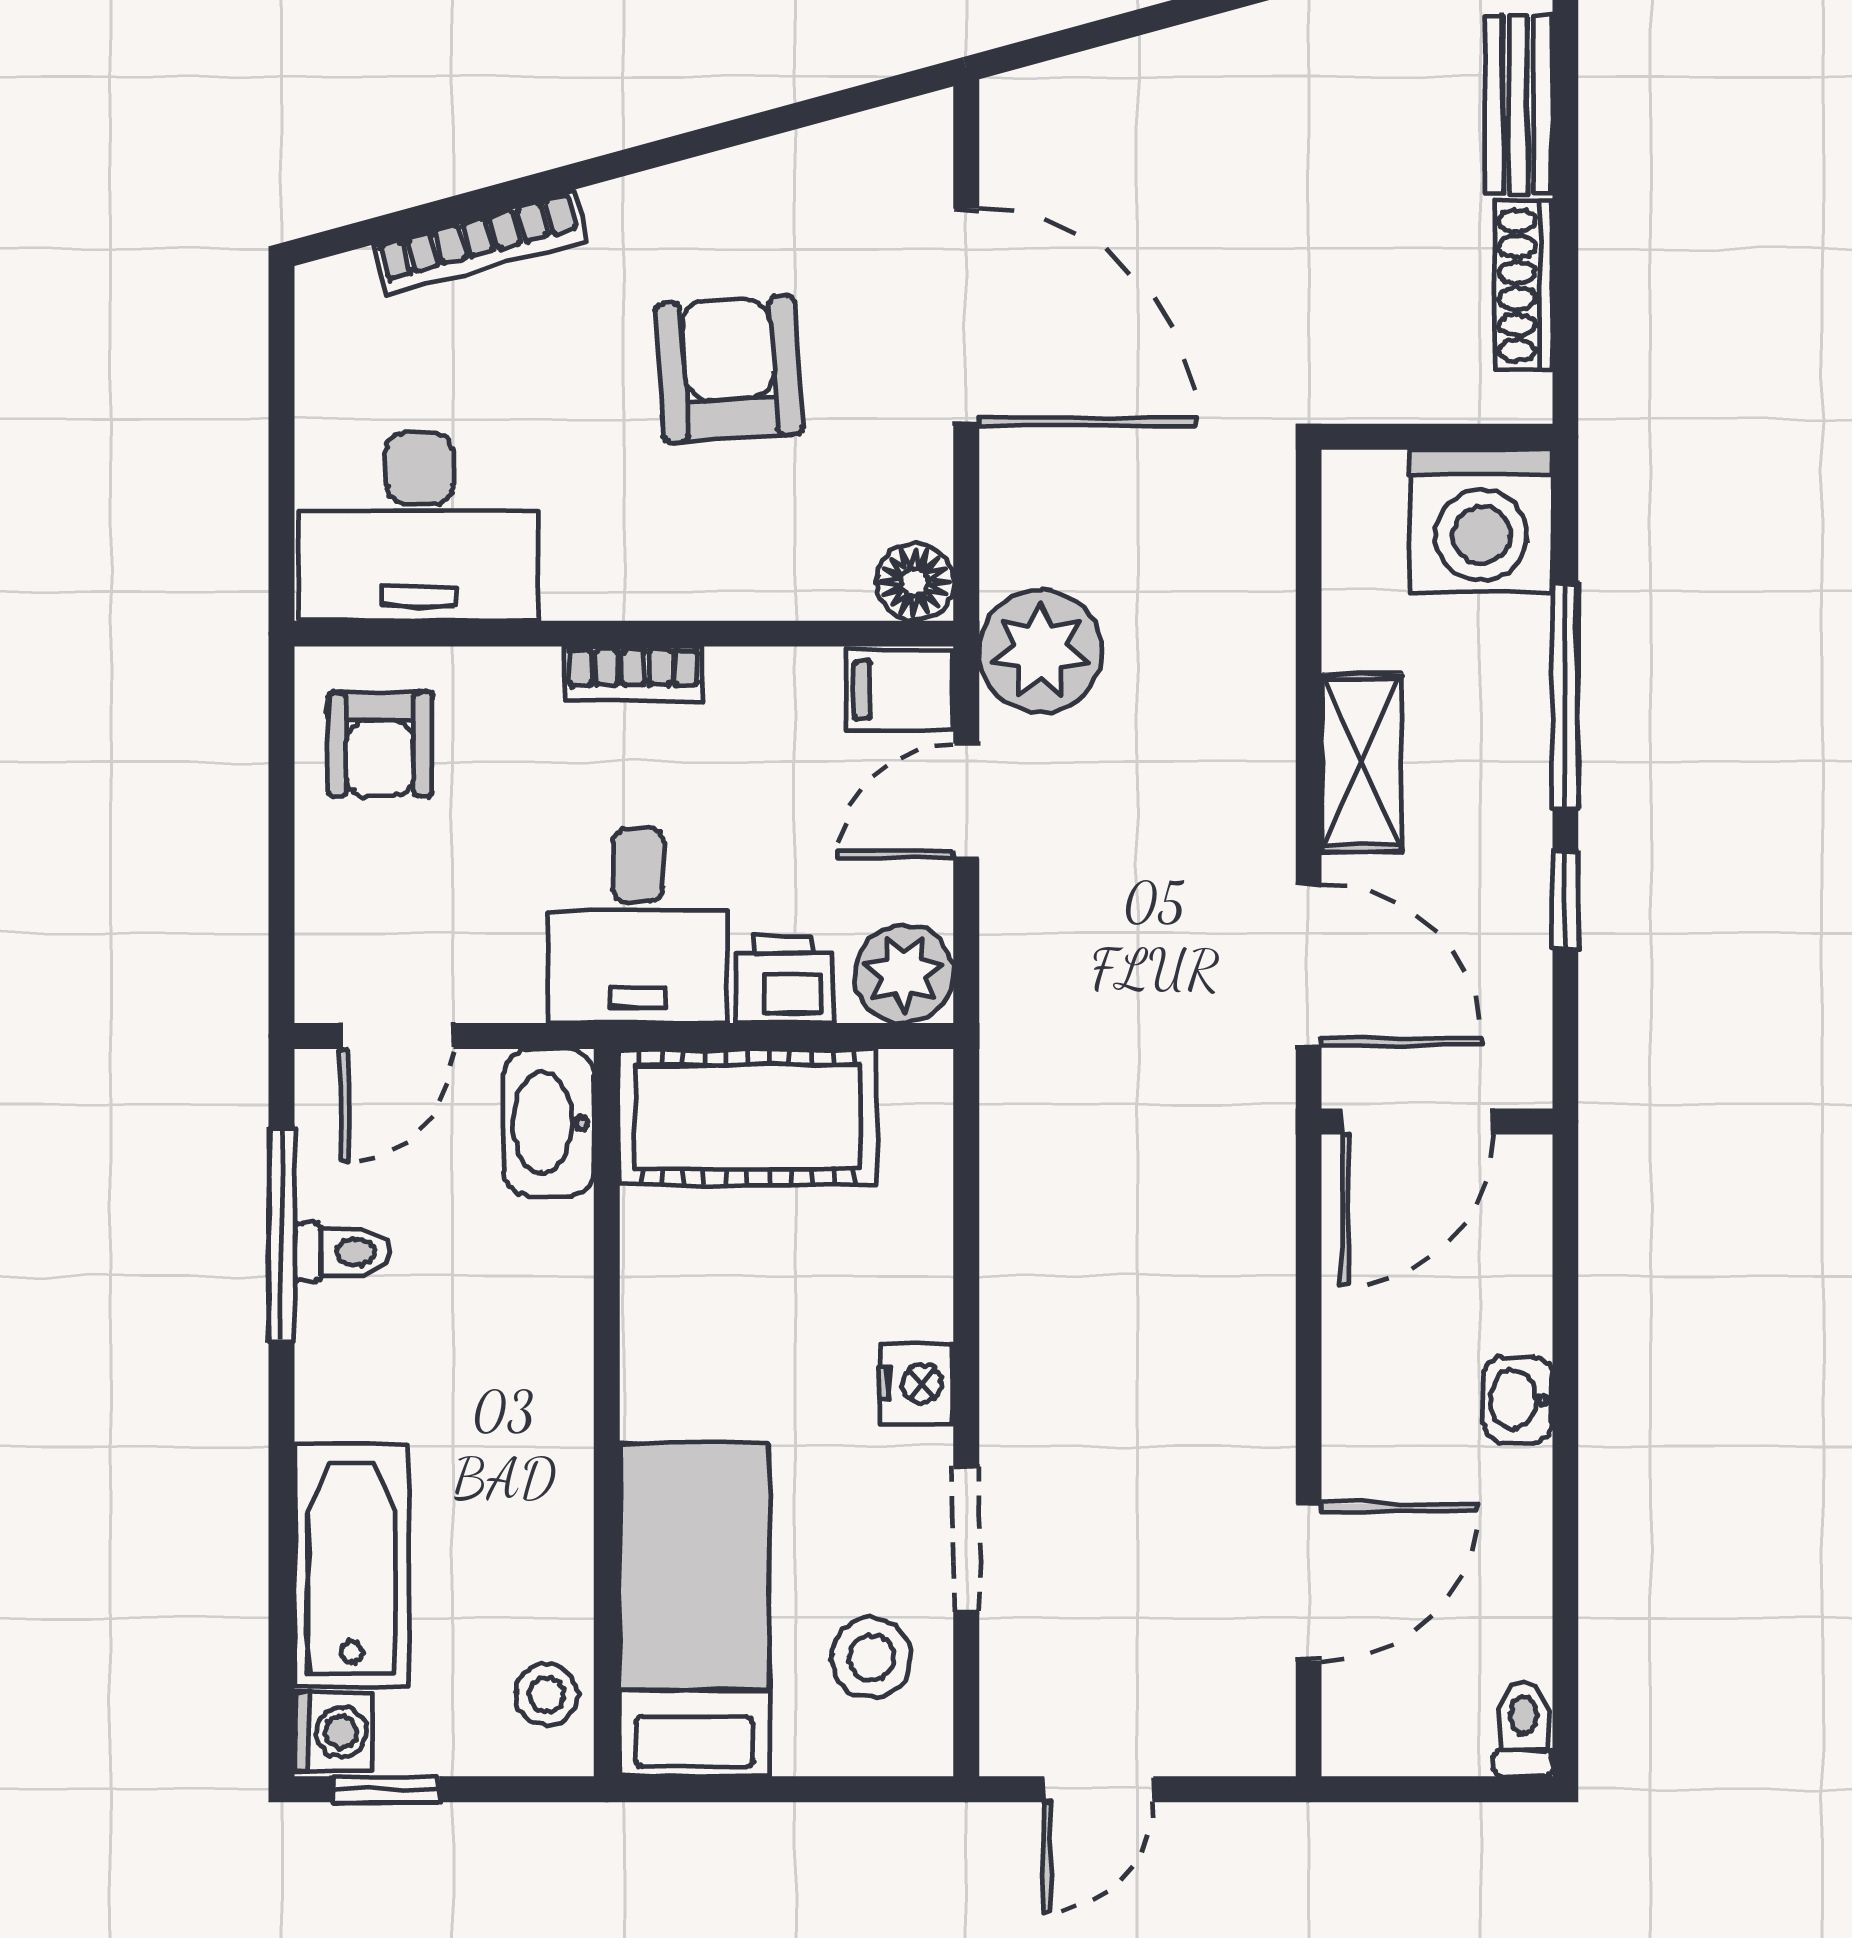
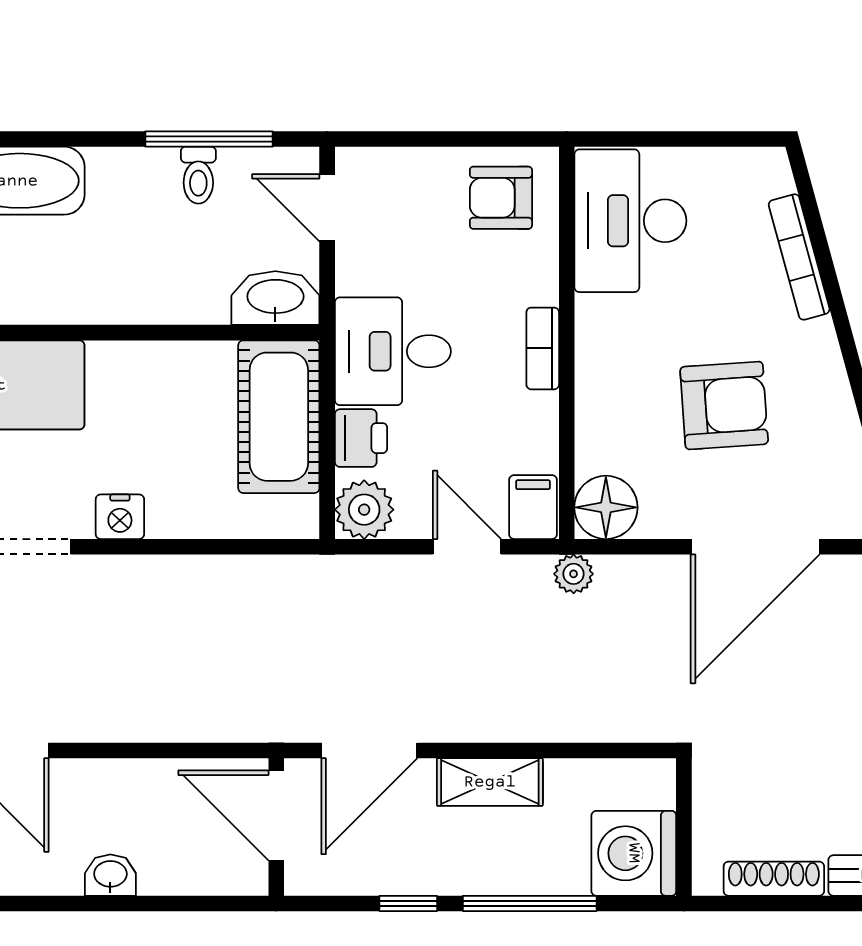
floor lamp: (915, 582) -> (606, 507), width x1.38, depth x1.38
plant: (1041, 651) -> (574, 574), width x0.53, depth x0.53

